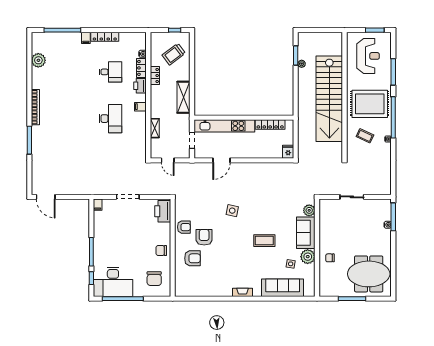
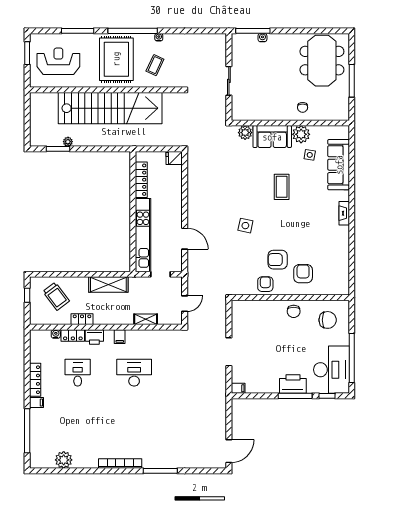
printer: (163, 211) -> (293, 384), moved, turned 180

